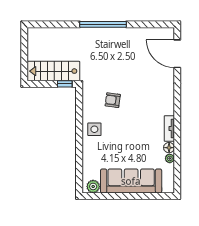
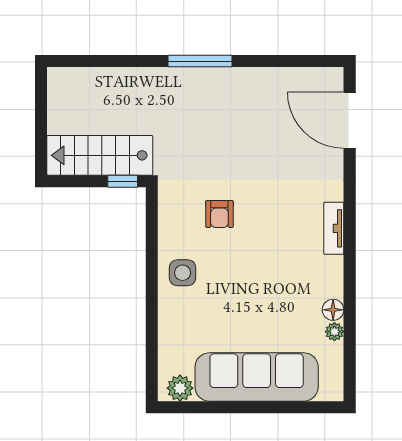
window: (103, 24) -> (200, 61), width x0.68
armchair: (113, 100) -> (219, 214), turned -98
tv unit: (169, 128) -> (334, 228), moved

